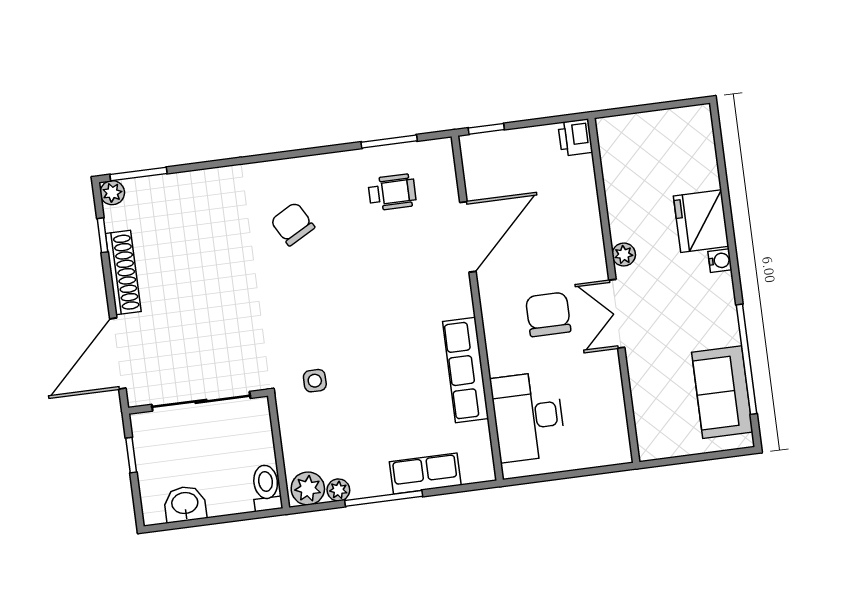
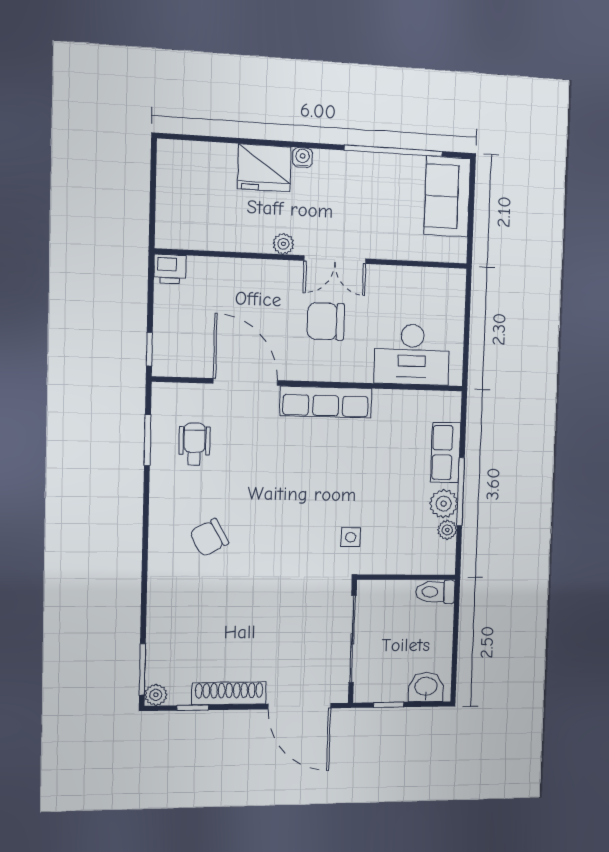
row of seats: (466, 370) -> (326, 402), moved
sofa: (722, 392) -> (447, 197), moved, turned 90
plant: (308, 488) -> (444, 504), moved
washbasin: (185, 504) -> (426, 687), moved, turned 90

